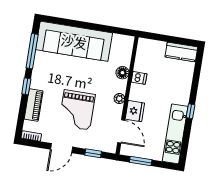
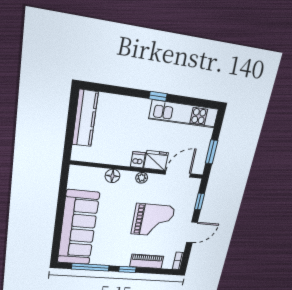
kitchen counter: (181, 52) -> (85, 118), width x1.50
dishwasher: (139, 78) -> (138, 160), moved
door: (61, 148) -> (192, 232), hinge flipped

